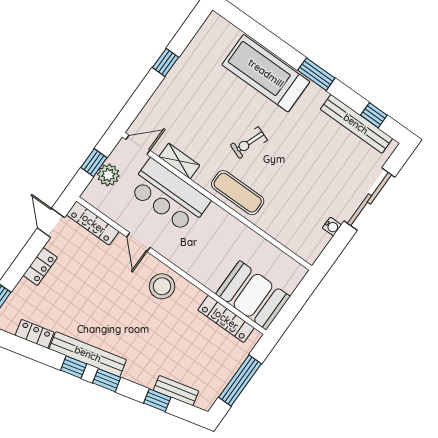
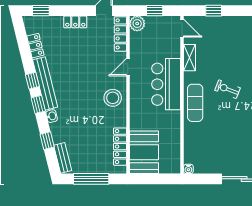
window: (165, 62) -> (214, 11), moved
plant: (108, 175) -> (137, 24), moved
bar counter: (169, 196) -> (166, 84), moved
water cooler: (332, 226) -> (188, 169), moved
washbasin: (132, 374) -> (52, 116), added
bench: (176, 391) -> (63, 158), moved

